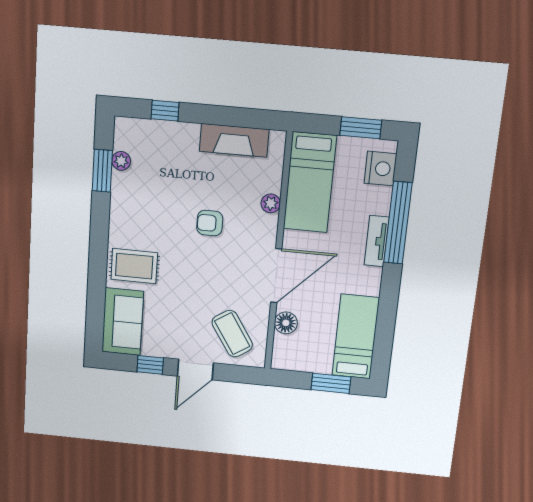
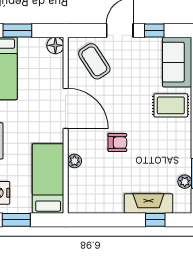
fireplace: (234, 140) -> (148, 203), moved
door: (276, 276) -> (66, 108), swing flipped
floor lamp: (286, 323) -> (55, 45), moved

